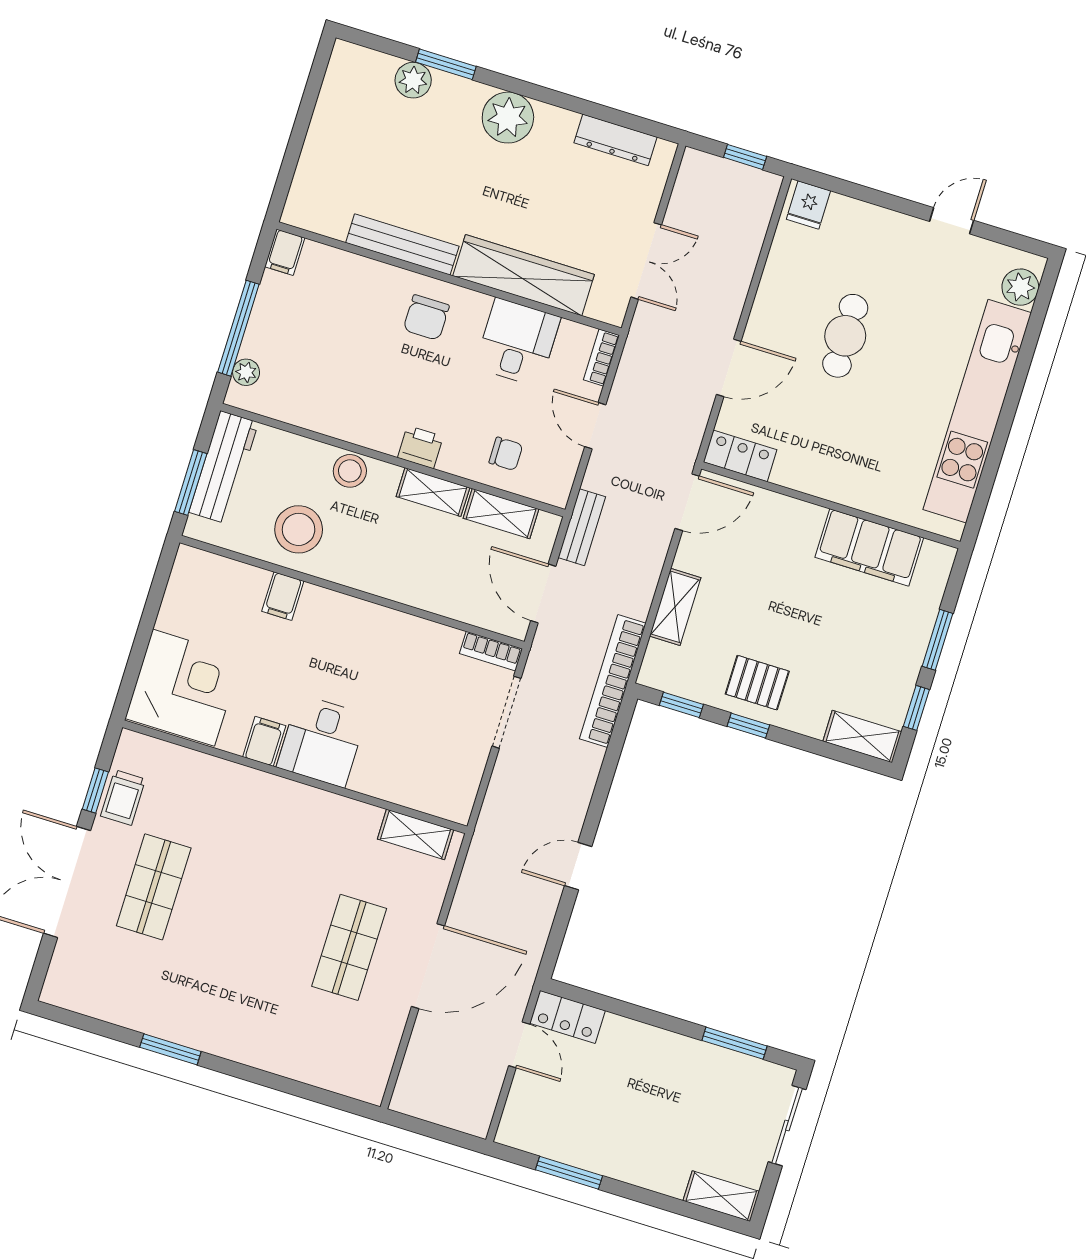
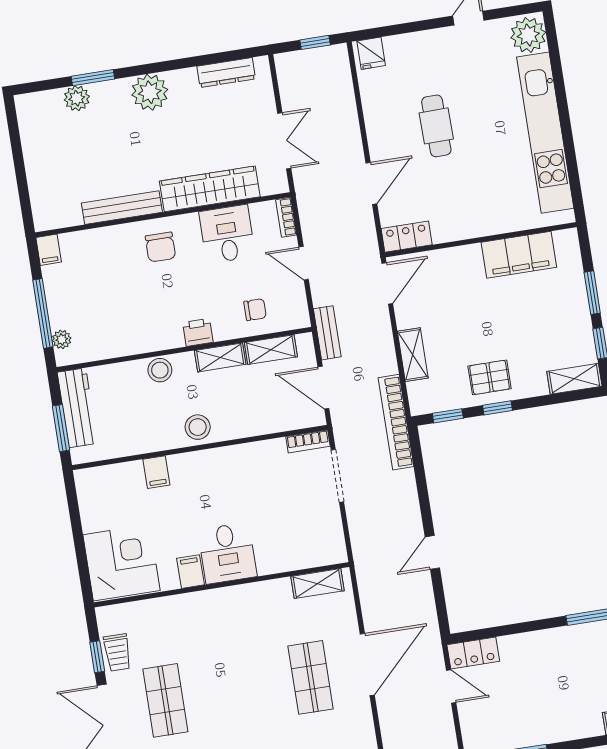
plant: (1020, 287) -> (528, 35), width x1.36, depth x1.36
stool: (299, 529) -> (198, 427), moved, width x0.73, depth x0.73

